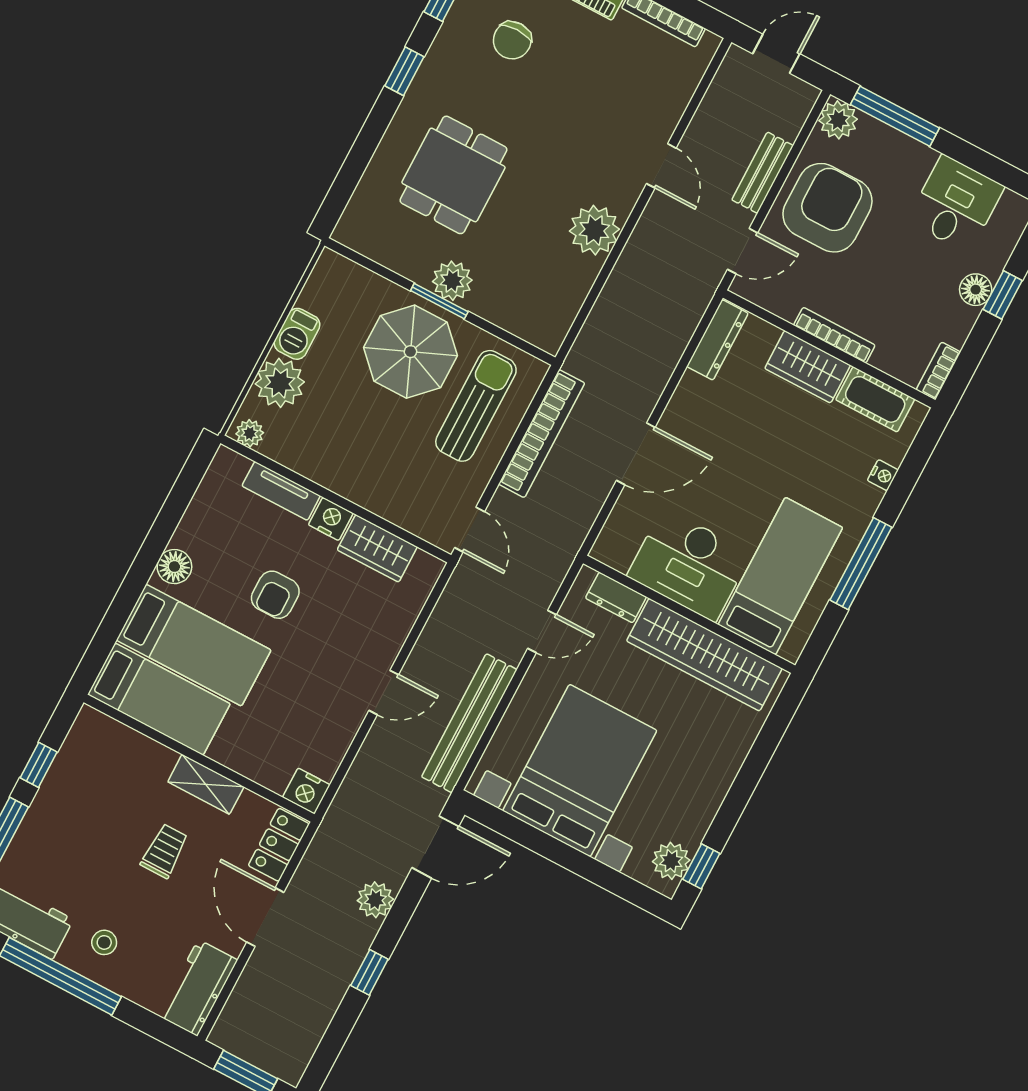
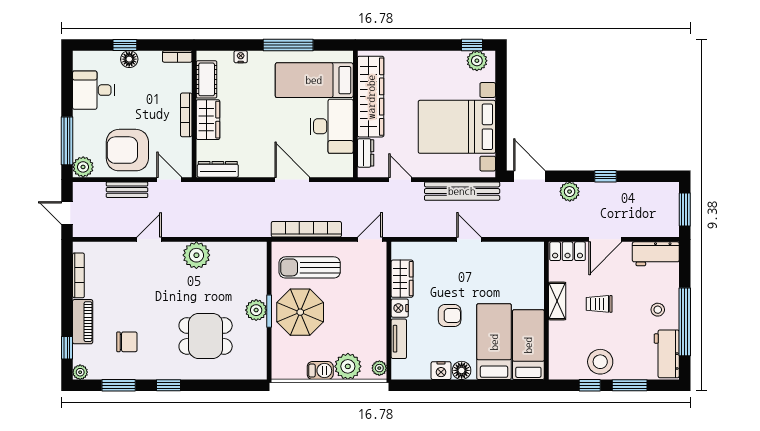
nightstand: (306, 791) -> (441, 371), moved, turned 90
stool: (68, 803) -> (600, 362), added

